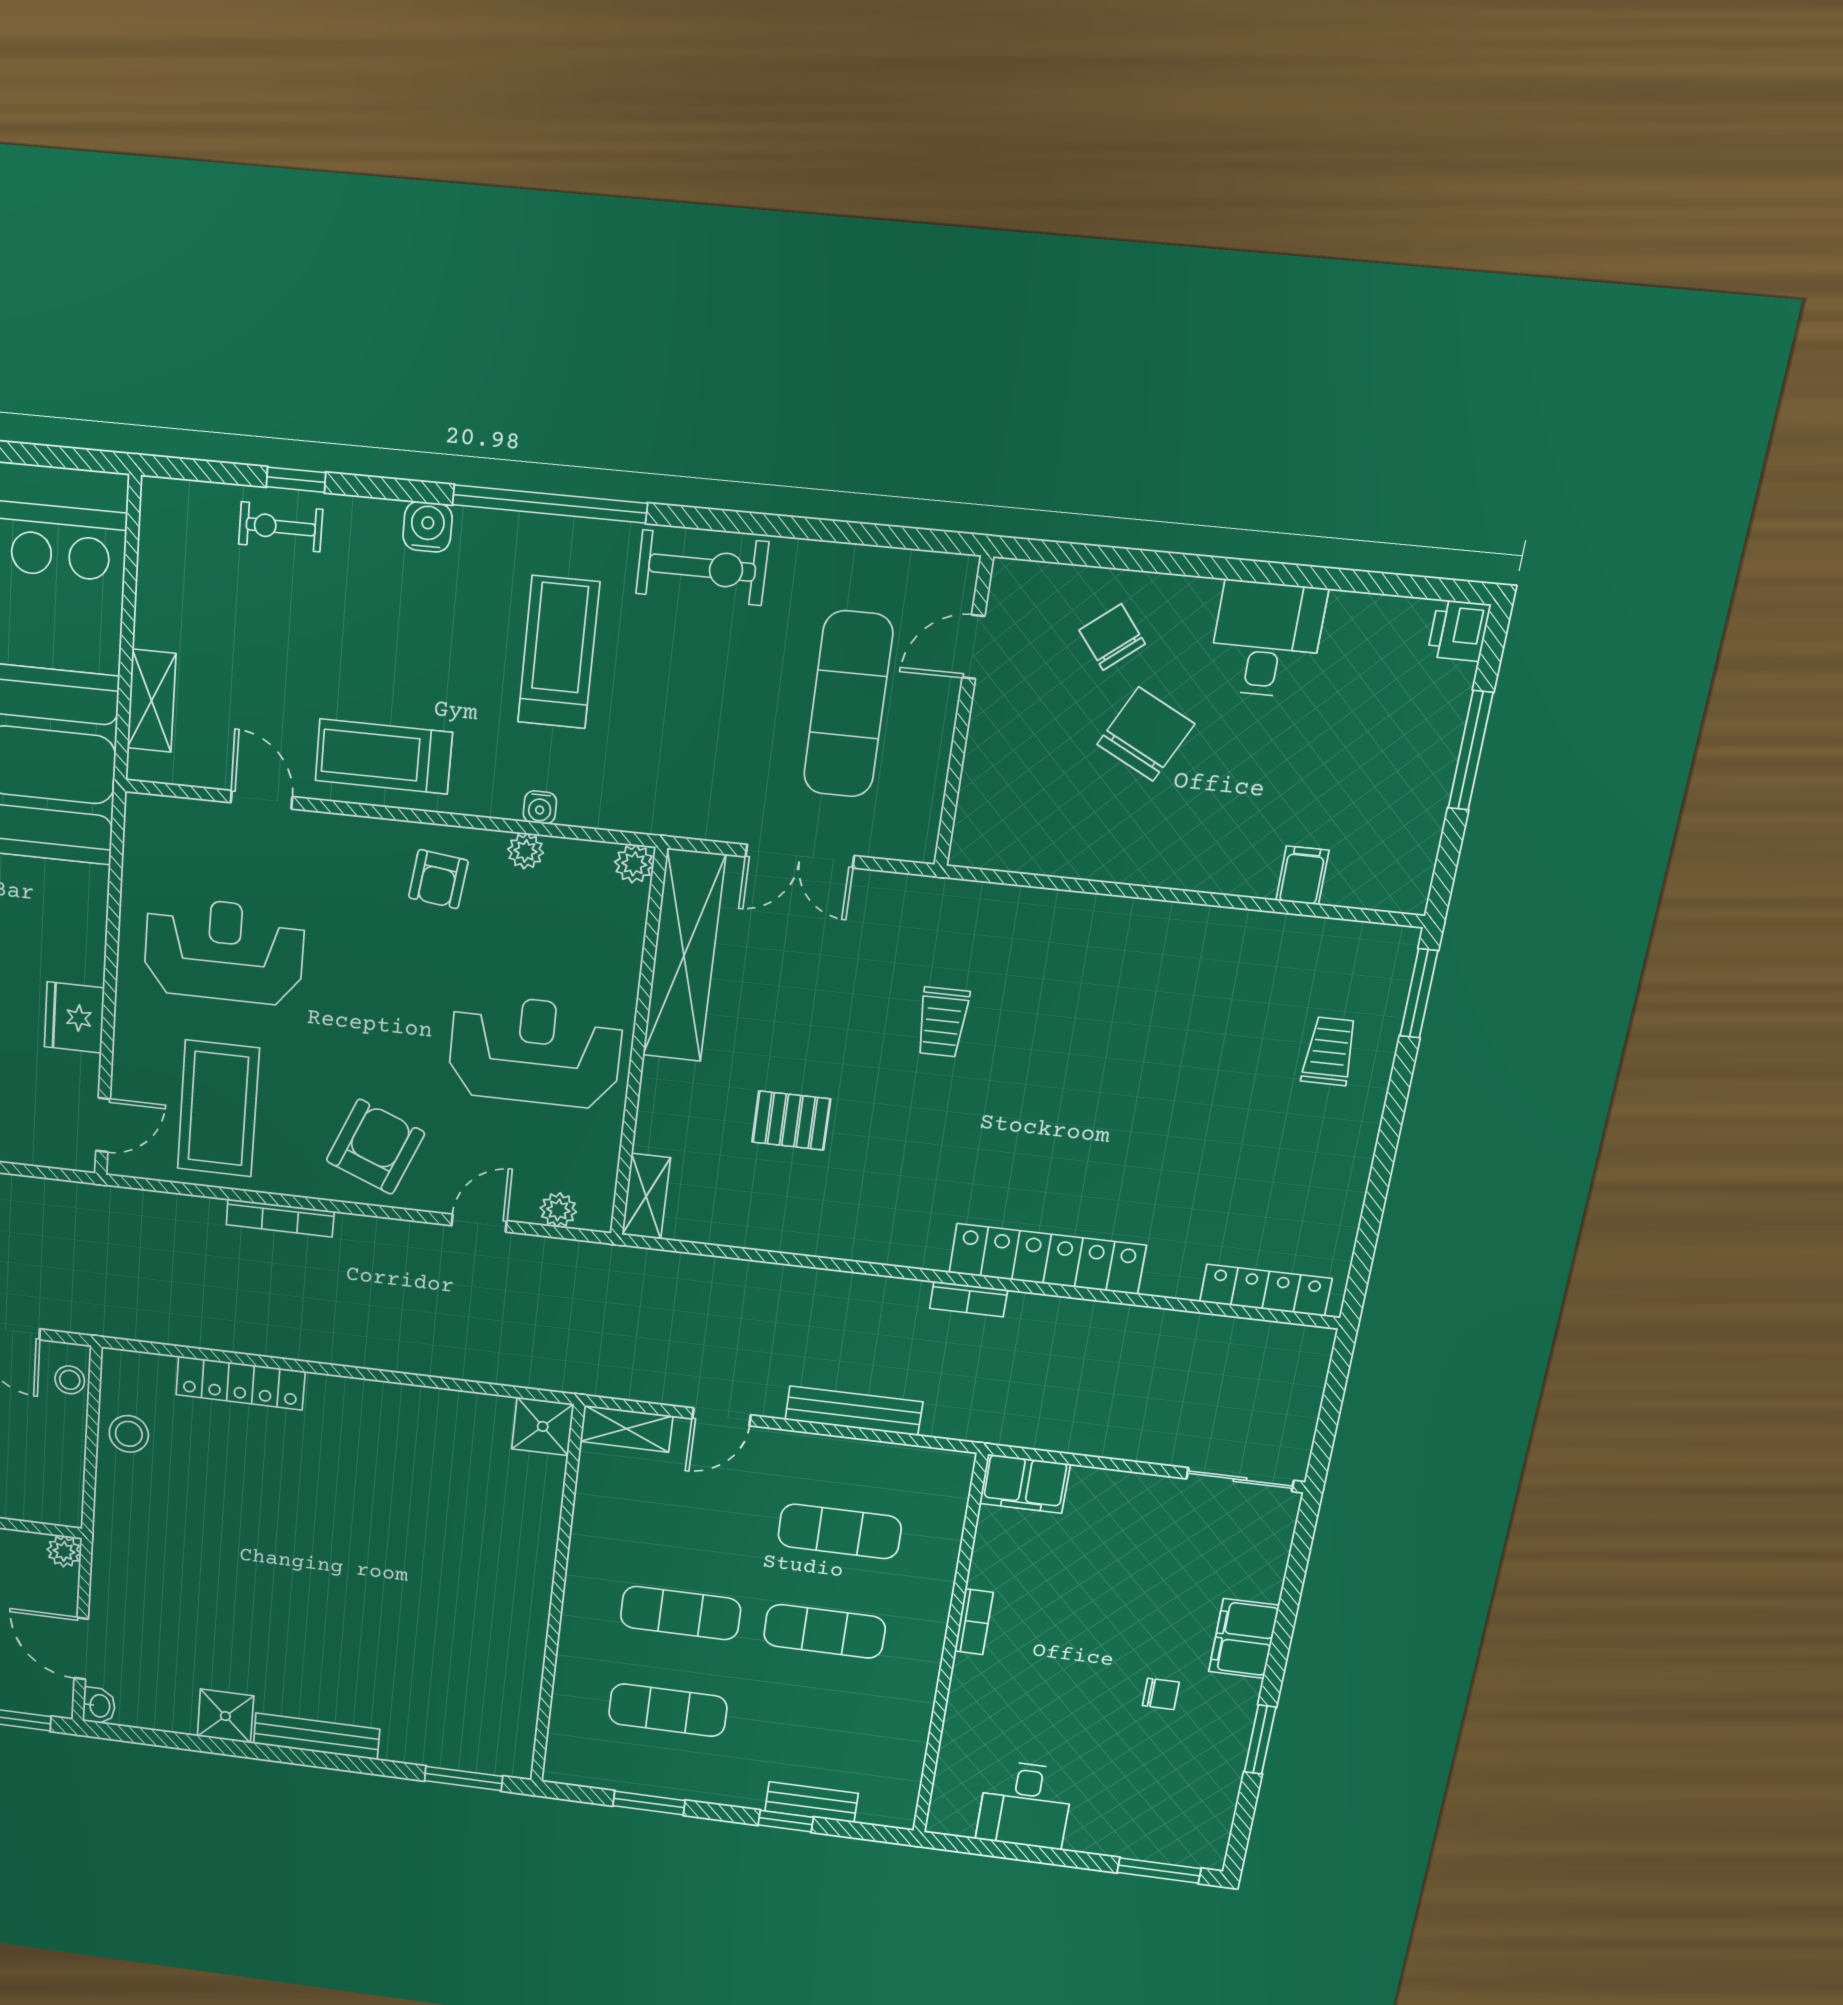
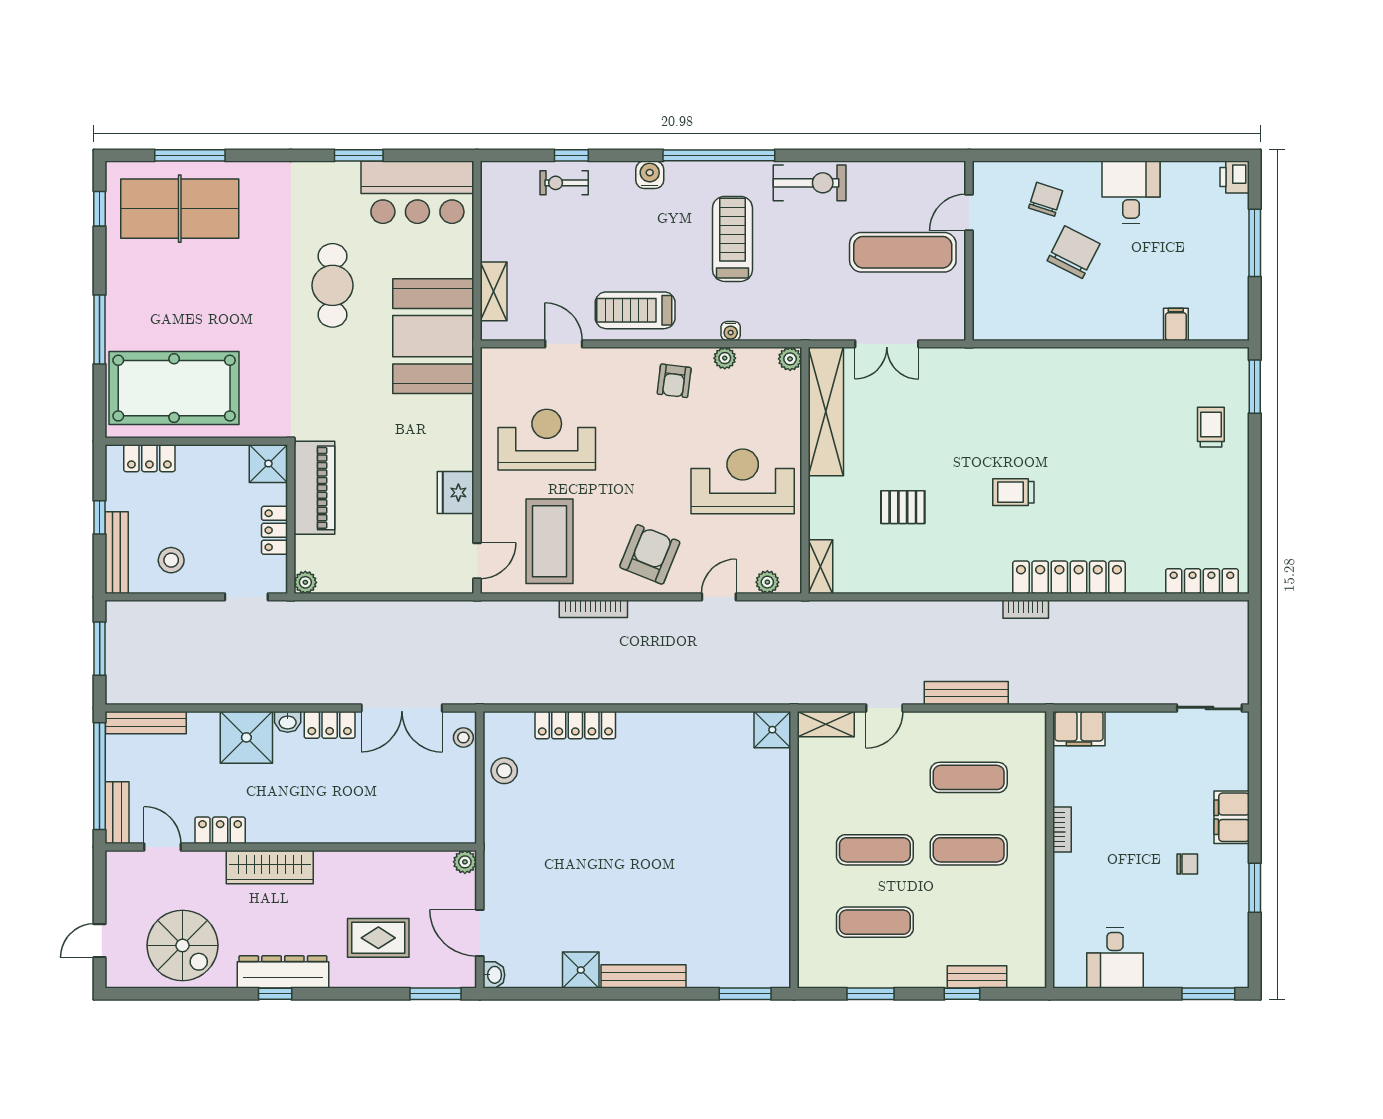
chair: (1112, 637) -> (1046, 199), turned 57
exercise mat: (848, 704) -> (903, 252), turned 90
trolley: (942, 1022) -> (1013, 492), moved, turned 90

